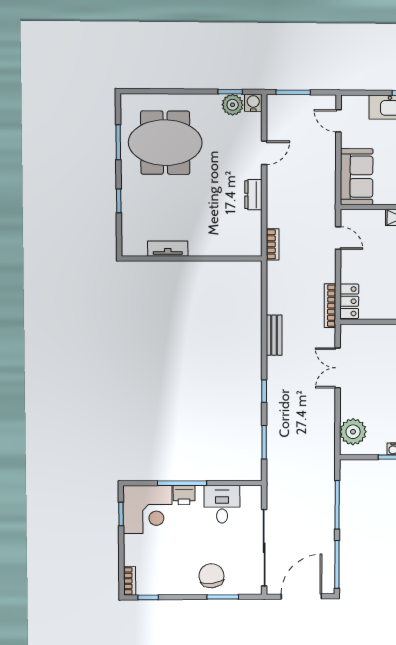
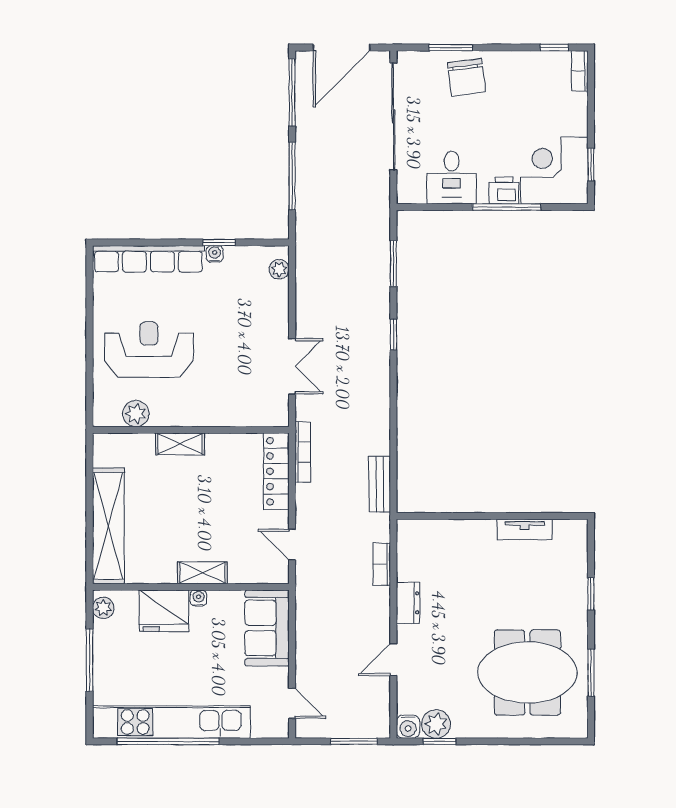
bookcase: (273, 244) -> (382, 564), moved
locker: (349, 301) -> (276, 471), width x1.53
bench: (274, 335) -> (380, 484), moved
plant: (353, 432) -> (279, 269), width x0.53, depth x0.53

